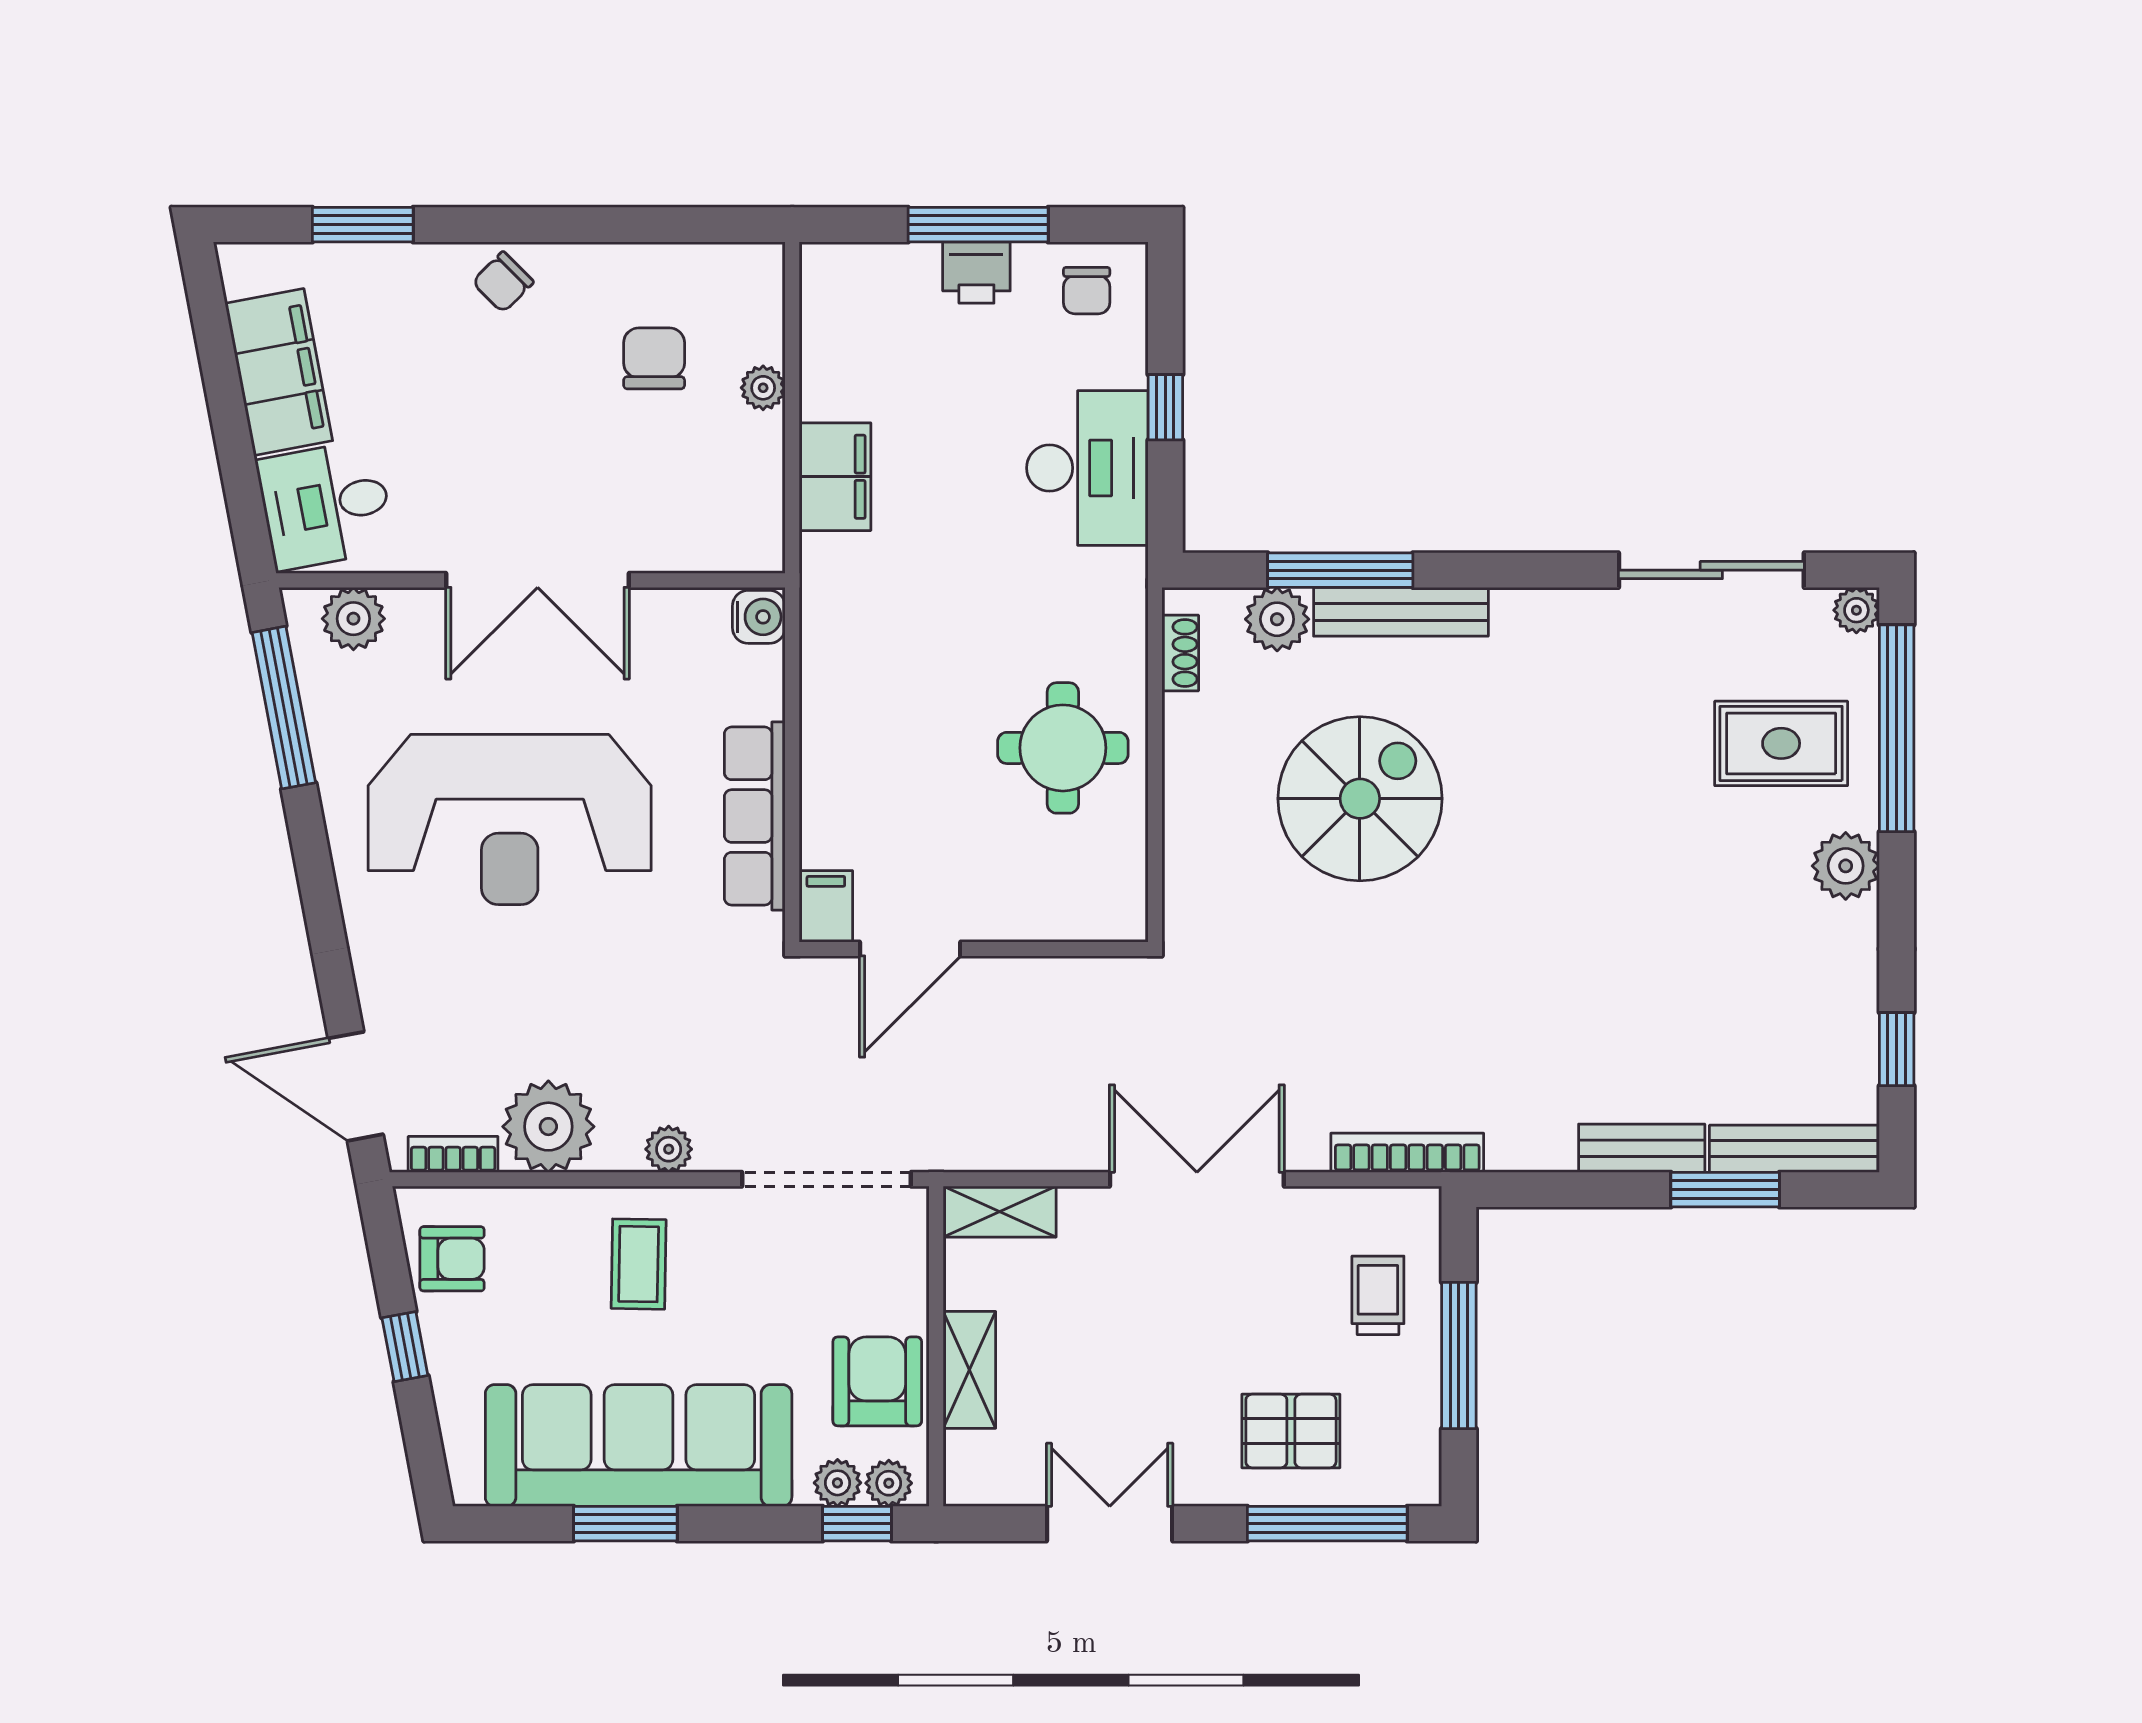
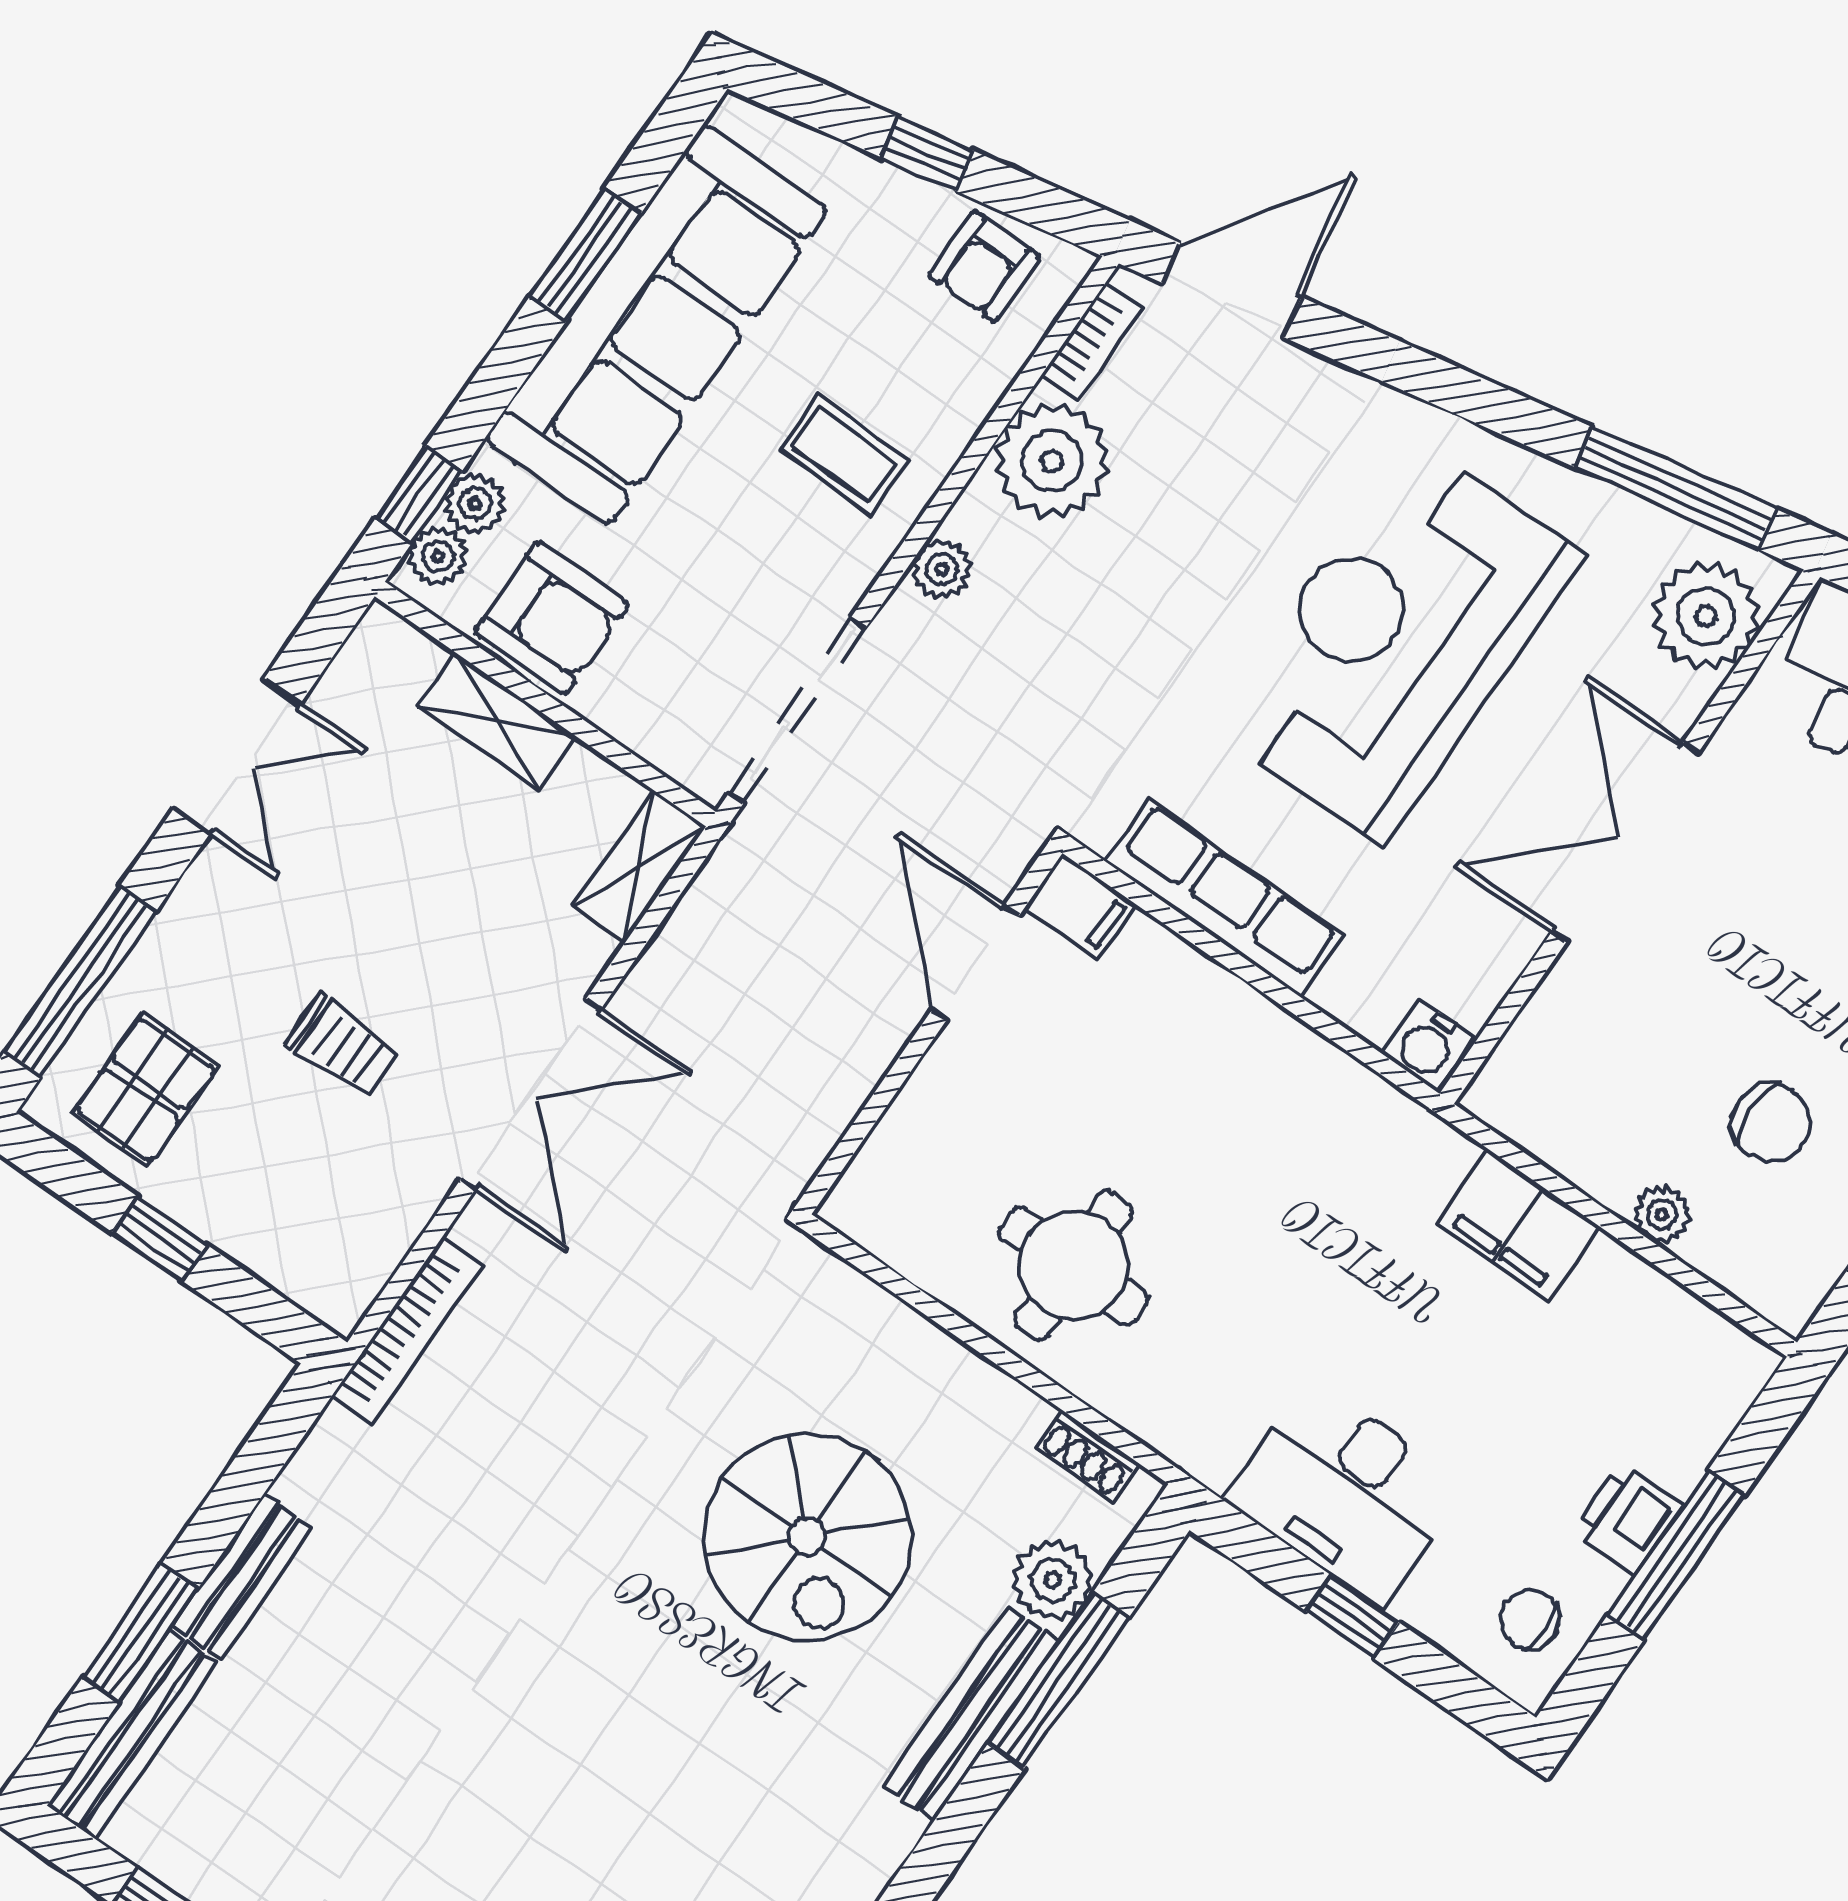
plant: (353, 619) -> (1706, 616), width x1.36, depth x1.36
trolley: (1378, 1295) -> (343, 1046), moved
window: (1459, 1356) -> (160, 1239), width x0.46
pallet: (1291, 1431) -> (145, 1090), moved

